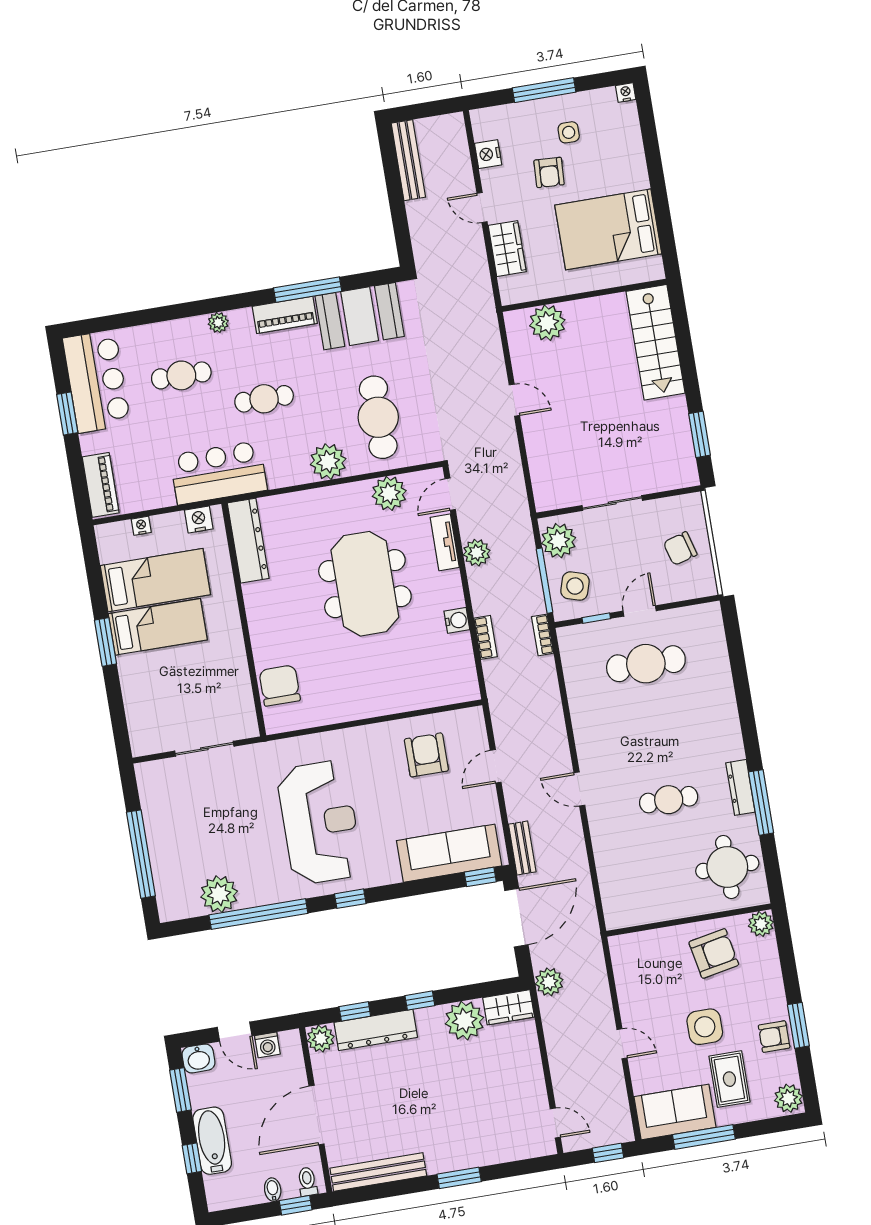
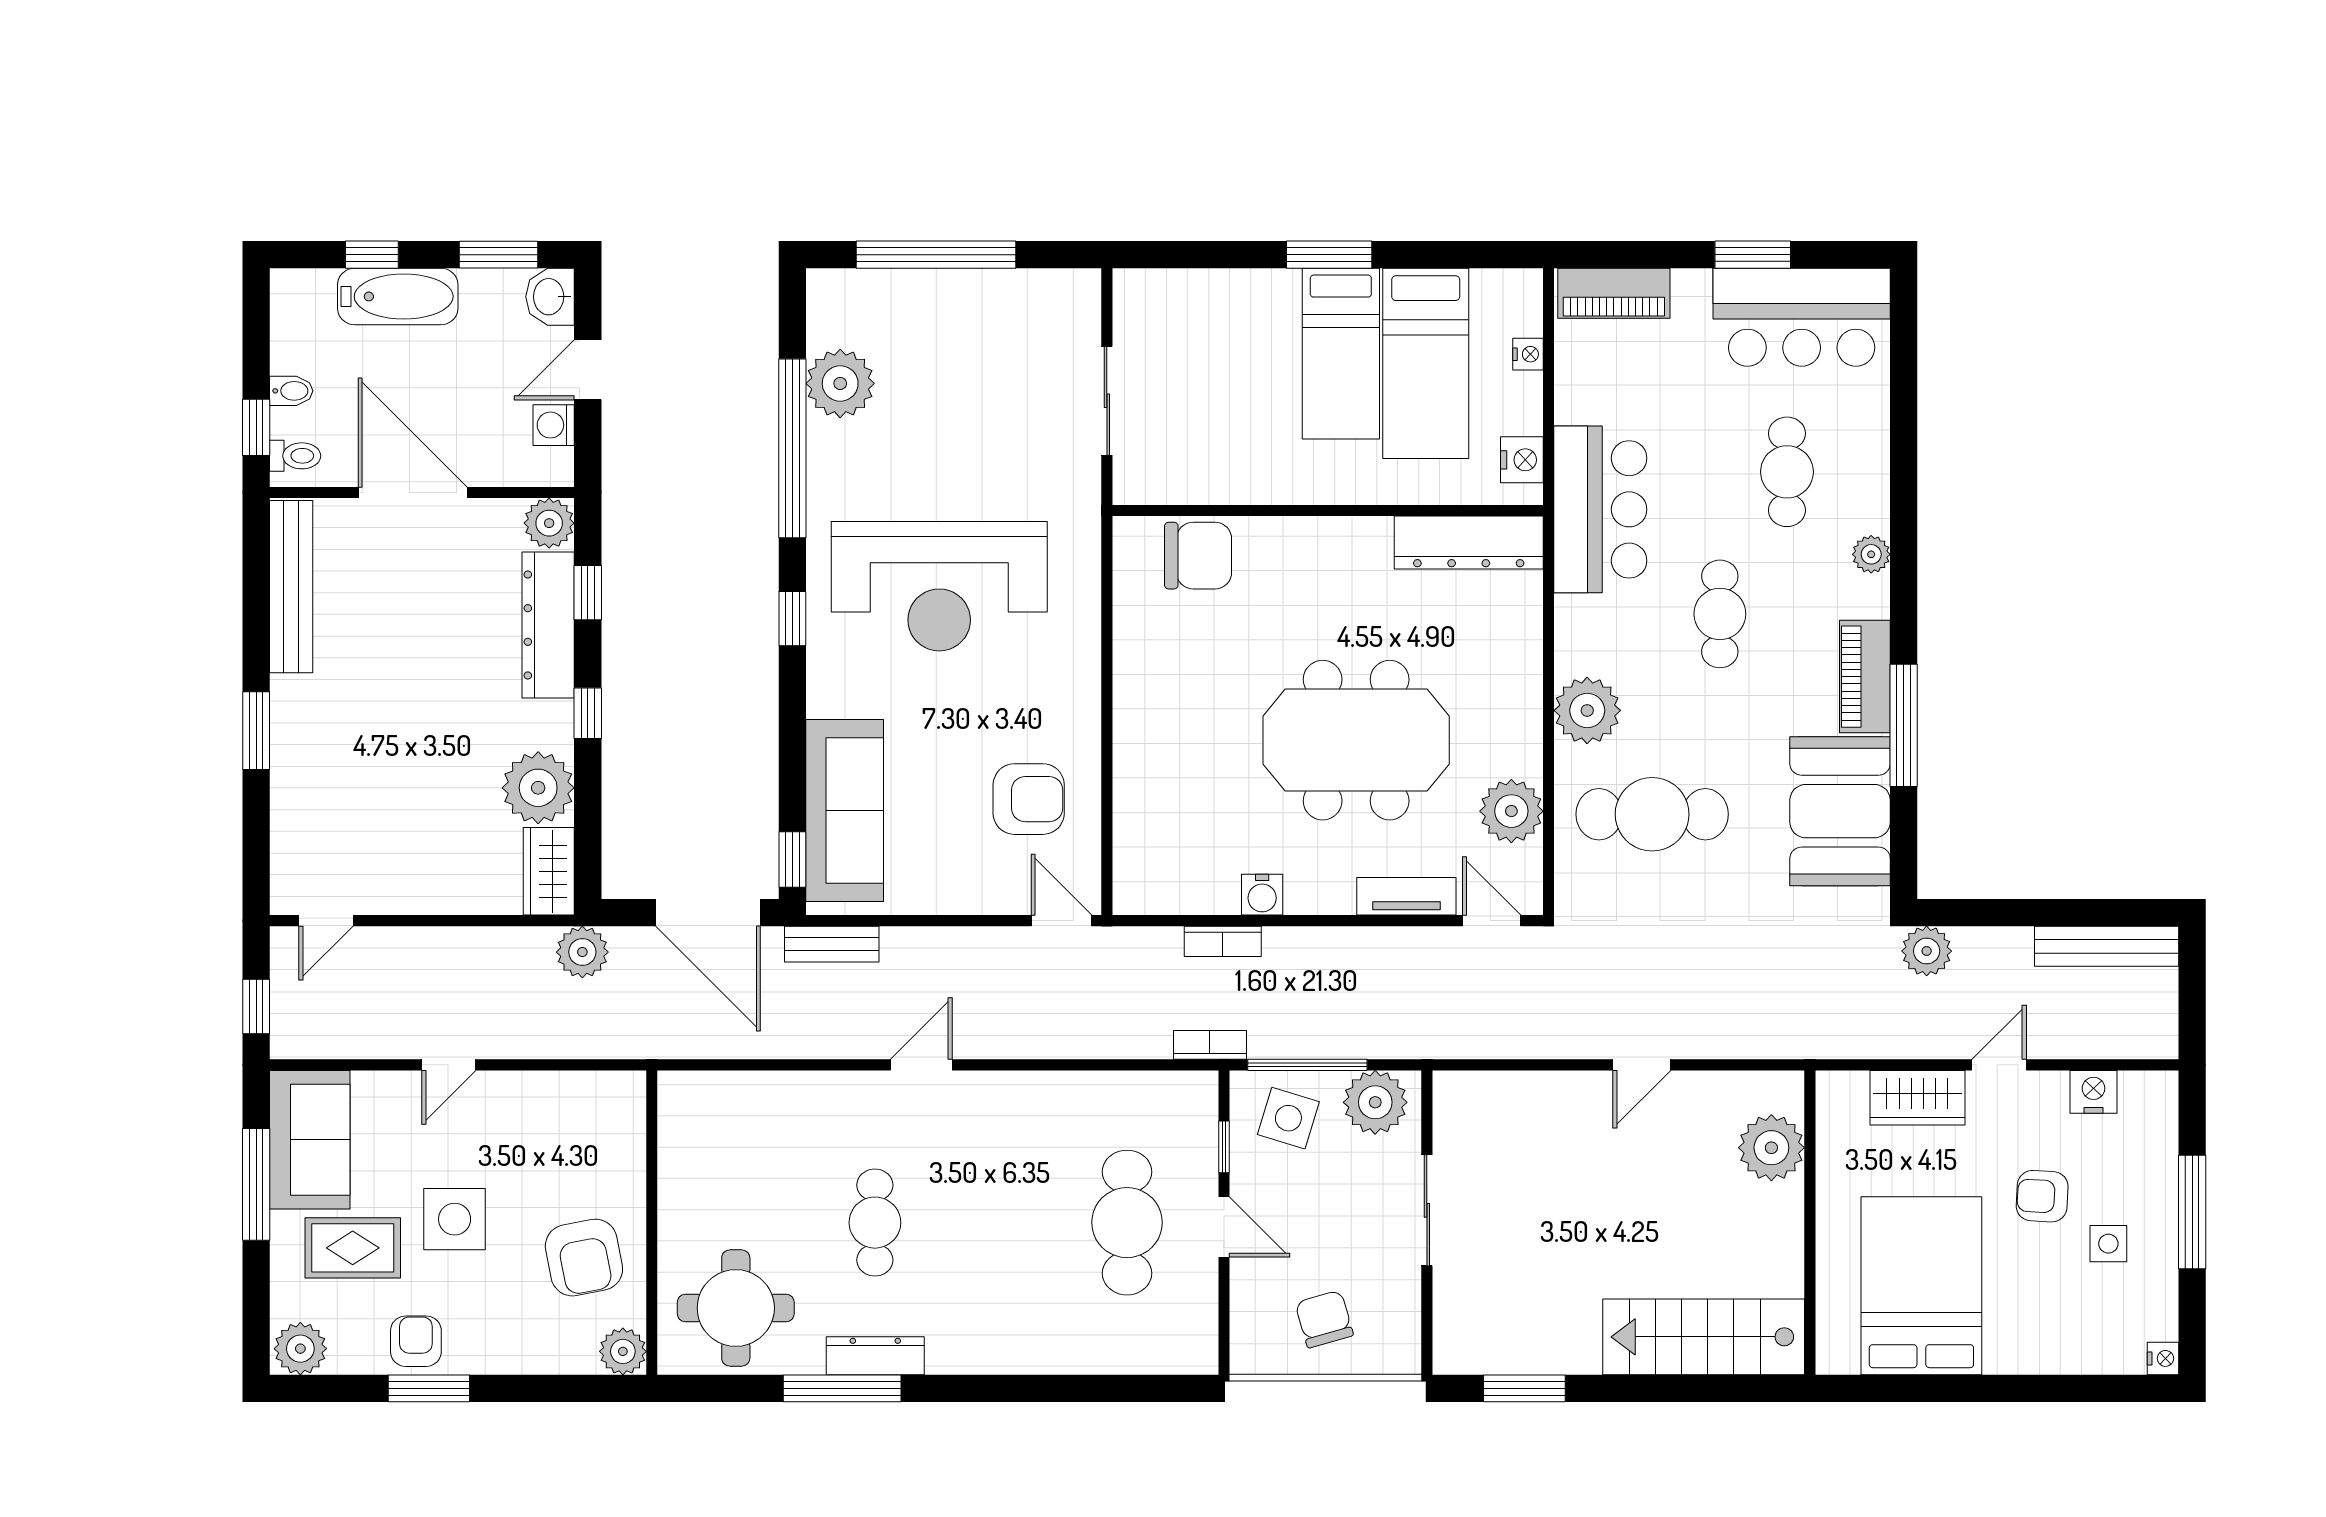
plant: (477, 553) -> (1927, 951), moved
door: (496, 766) -> (1061, 921), moved

